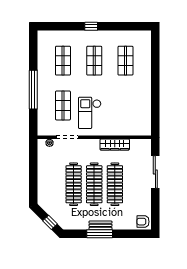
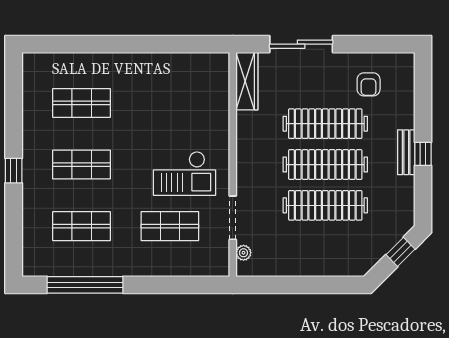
window: (33, 90) -> (85, 285), moved
wardrobe: (115, 145) -> (247, 81), moved
armchair: (143, 222) -> (369, 84), moved
window: (100, 234) -> (423, 154), width x0.46

